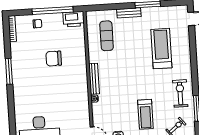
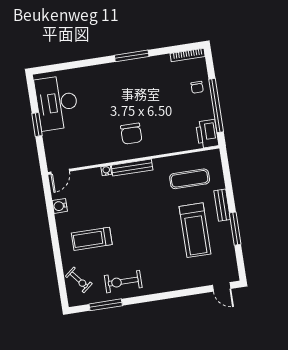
treadmill: (161, 49) -> (195, 230), moved, turned 90
chair: (54, 59) -> (131, 134), moved, turned 180
exercise bike: (180, 93) -> (123, 282), turned 180

